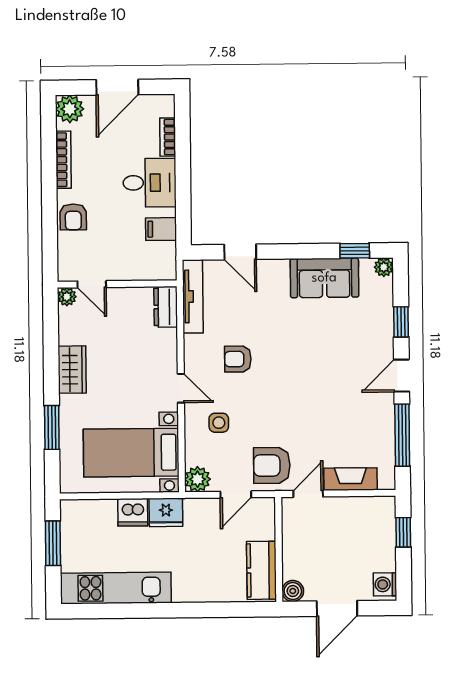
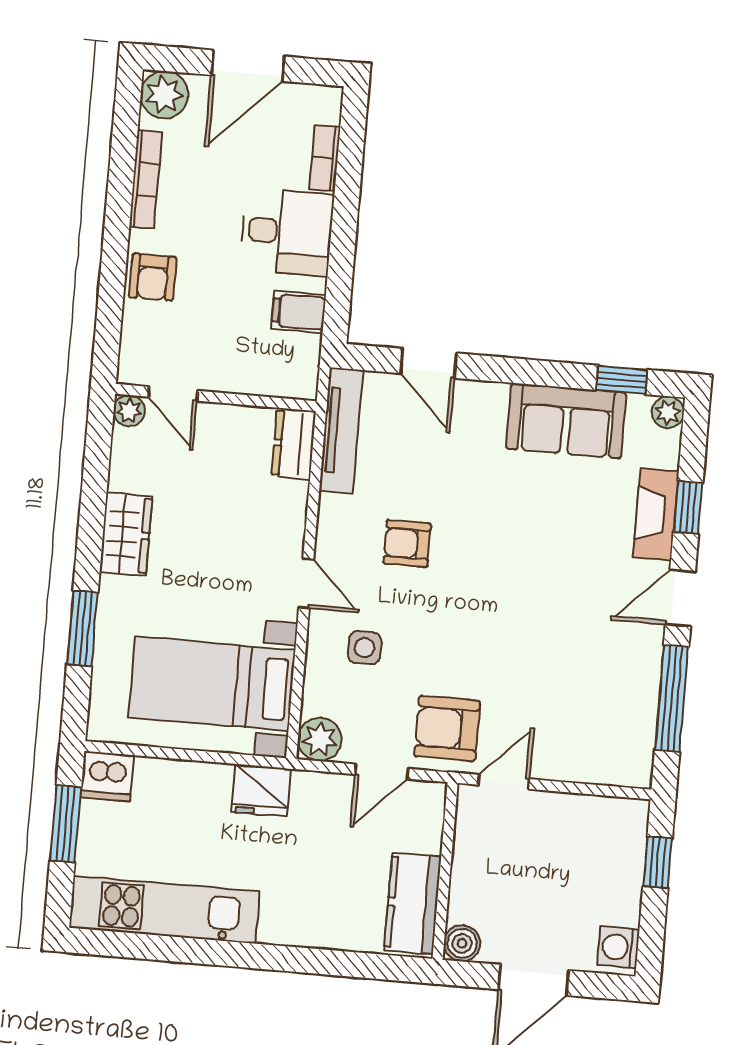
fireplace: (350, 479) -> (656, 514), moved, turned -90
dishwasher: (133, 512) -> (107, 776), moved

